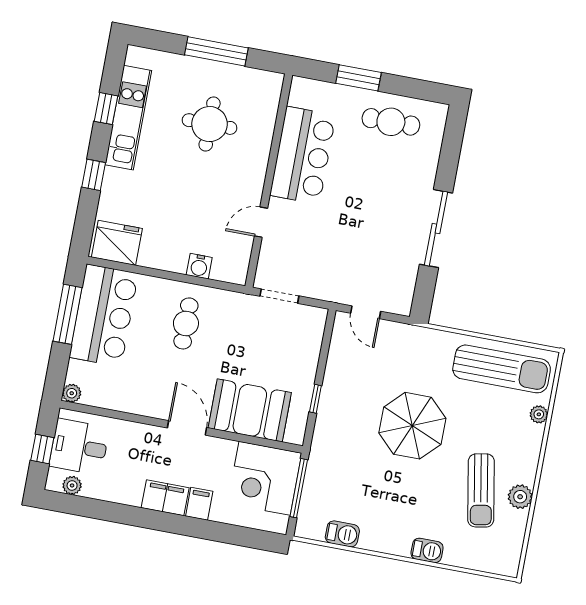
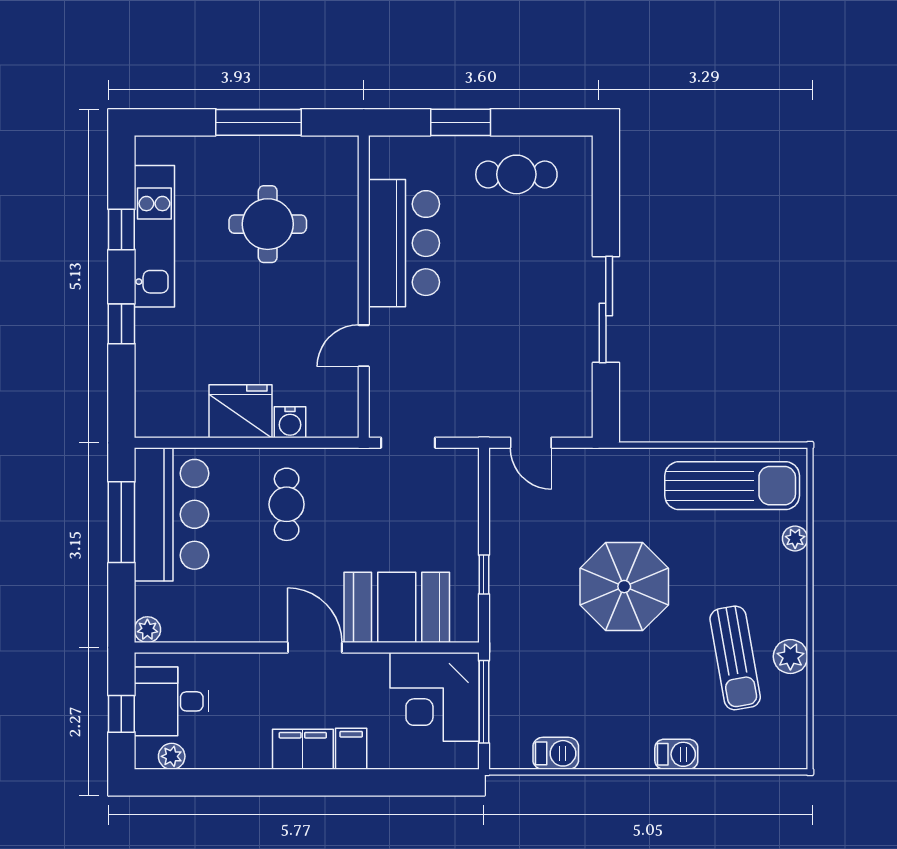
fridge: (117, 243) -> (241, 411), moved

